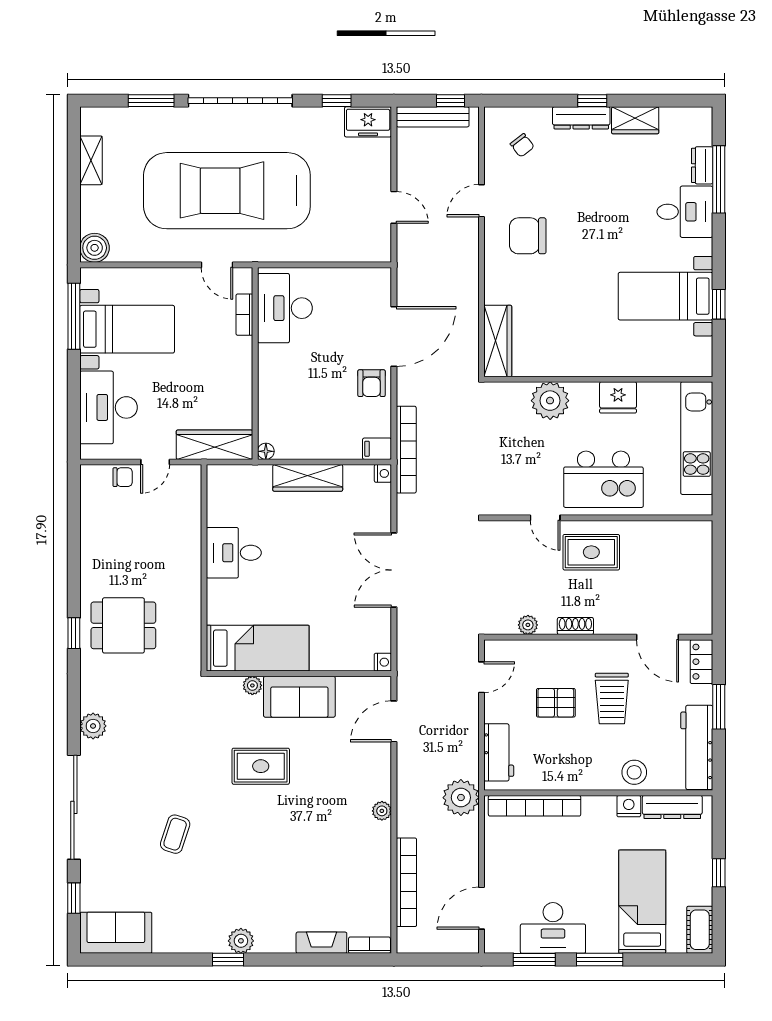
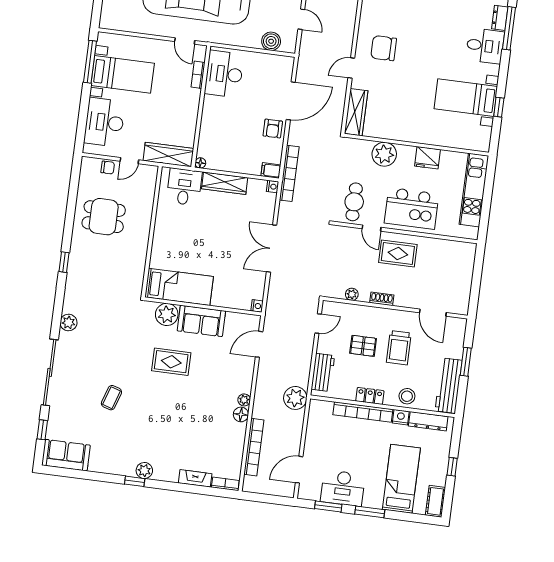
door: (481, 201) -> (351, 68), moved
boiler: (95, 248) -> (271, 41), moved
cafe table: (513, 481) -> (354, 202), added
desk: (234, 553) -> (184, 187), moved, turned 90
dining table: (123, 625) -> (104, 217), moved
locker: (701, 662) -> (370, 396), moved, turned 90
plant: (252, 685) -> (167, 314), width x1.88, depth x1.88
bookcase: (535, 806) -> (363, 412), moved
floor lamp: (380, 834) -> (241, 414), added

